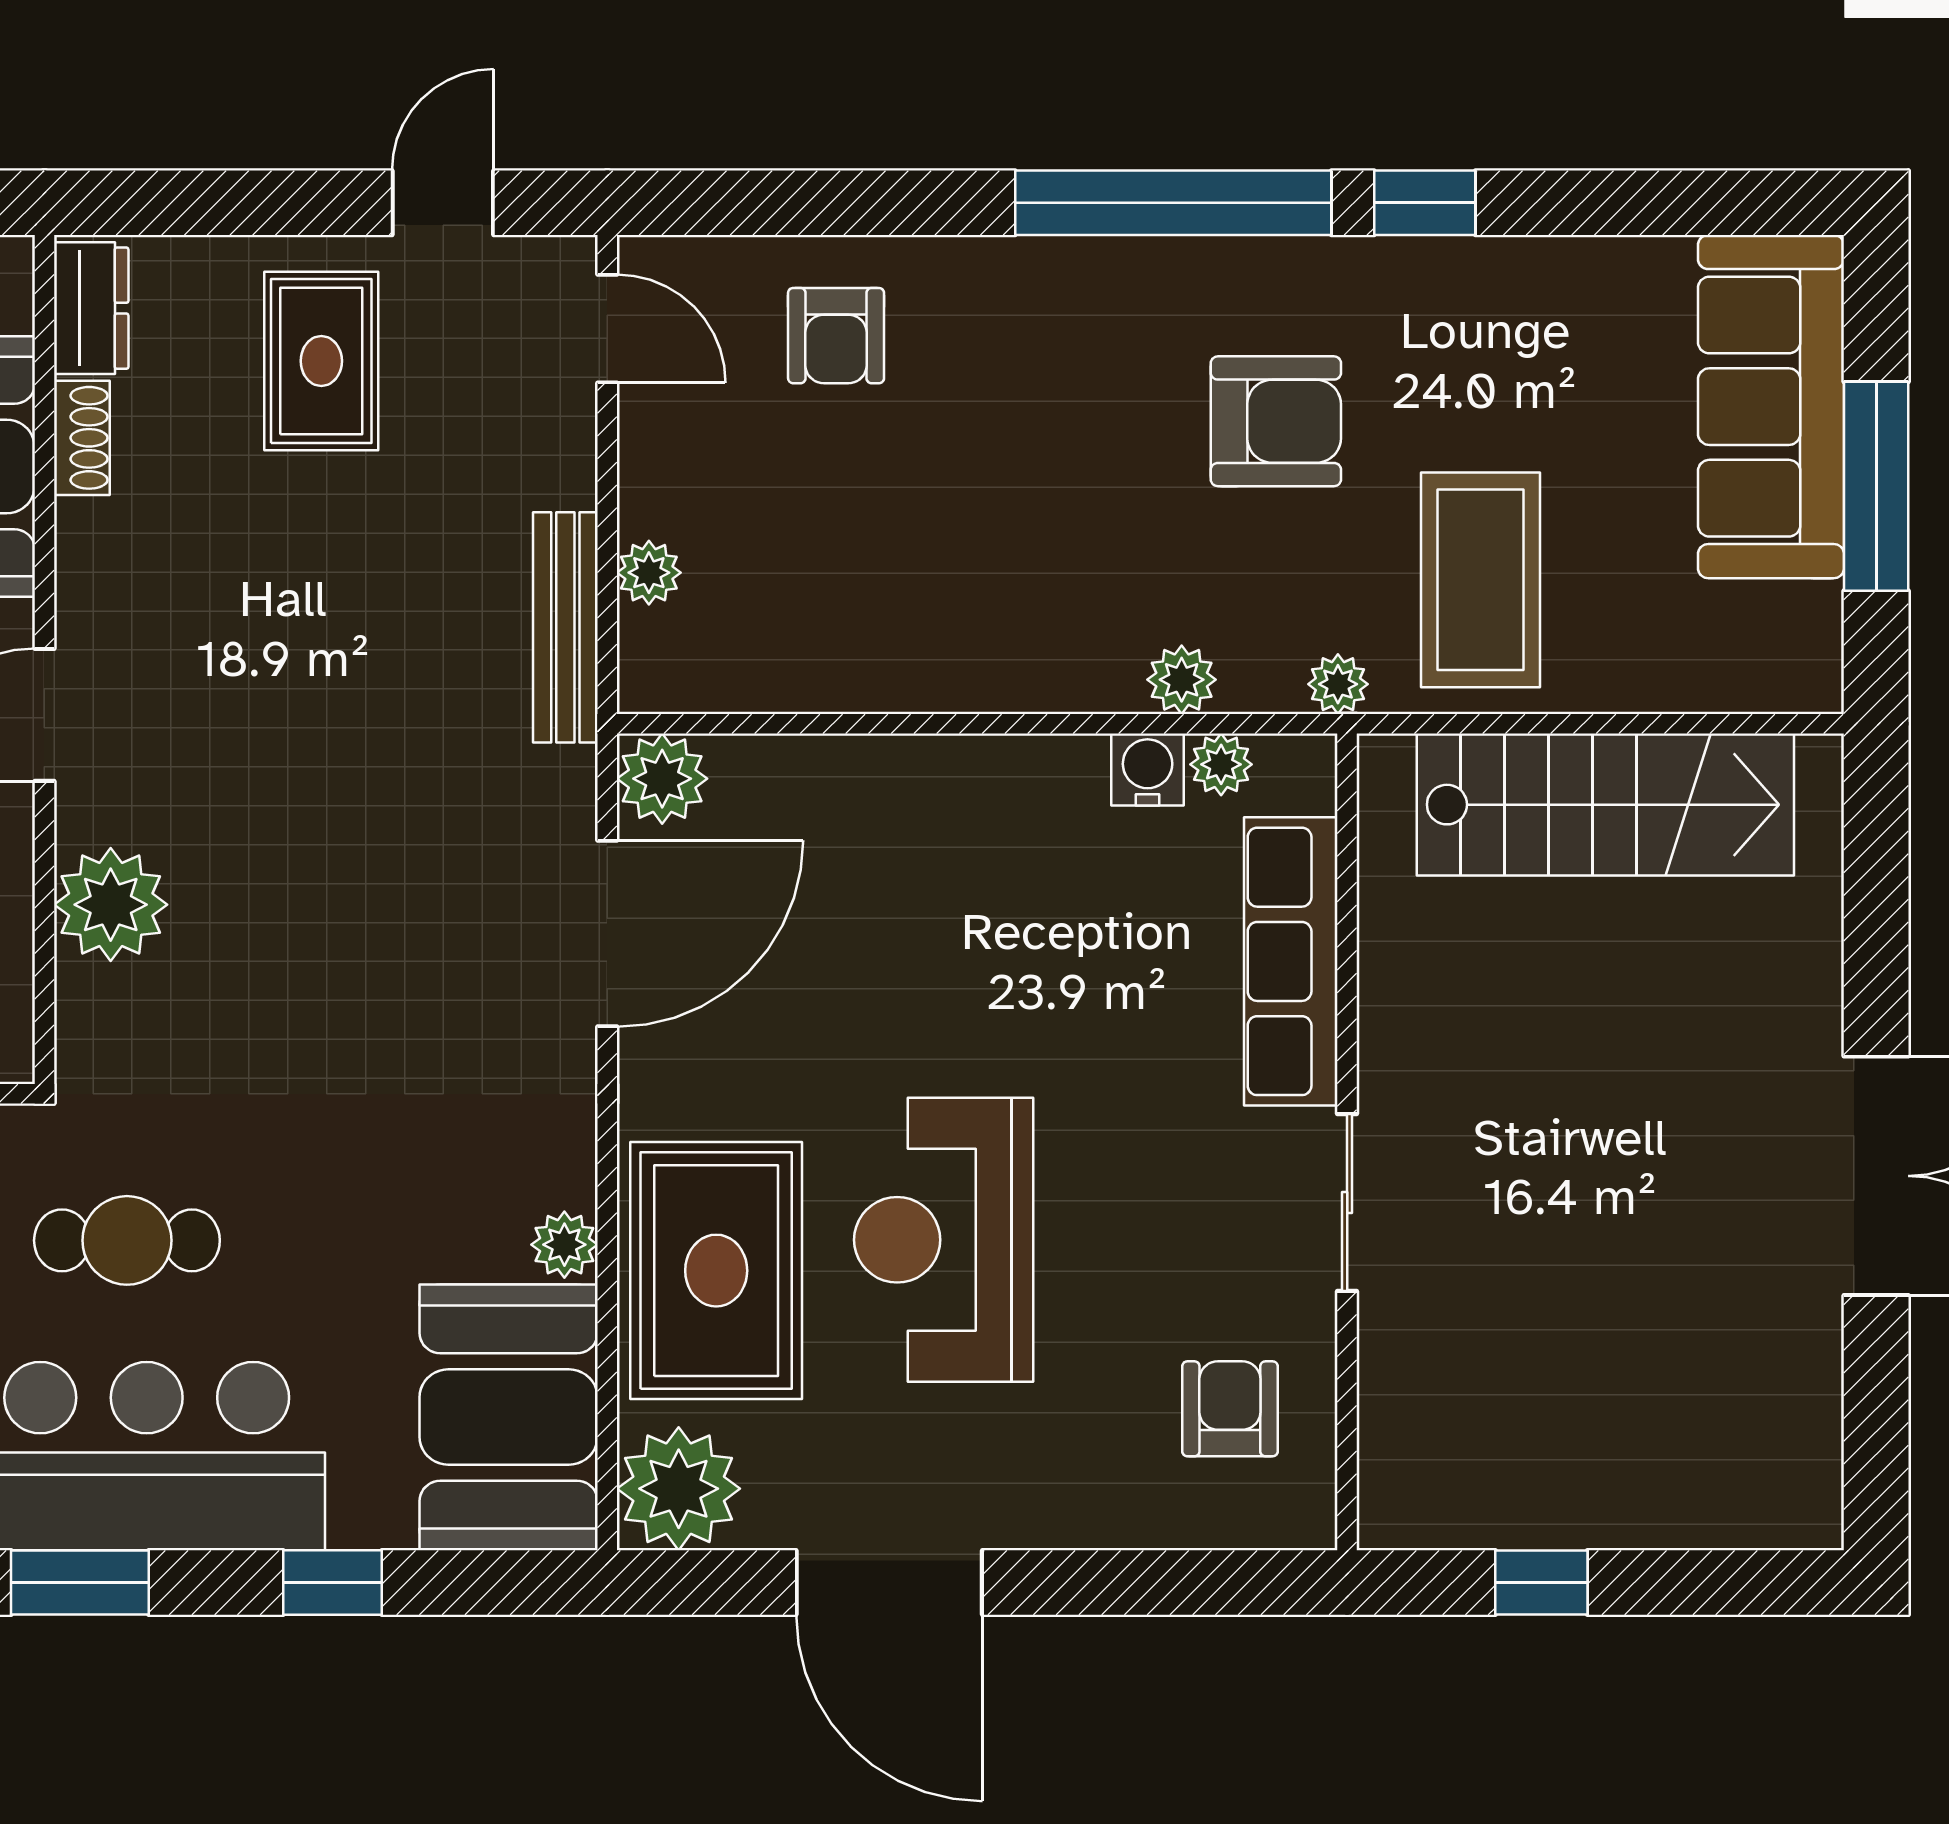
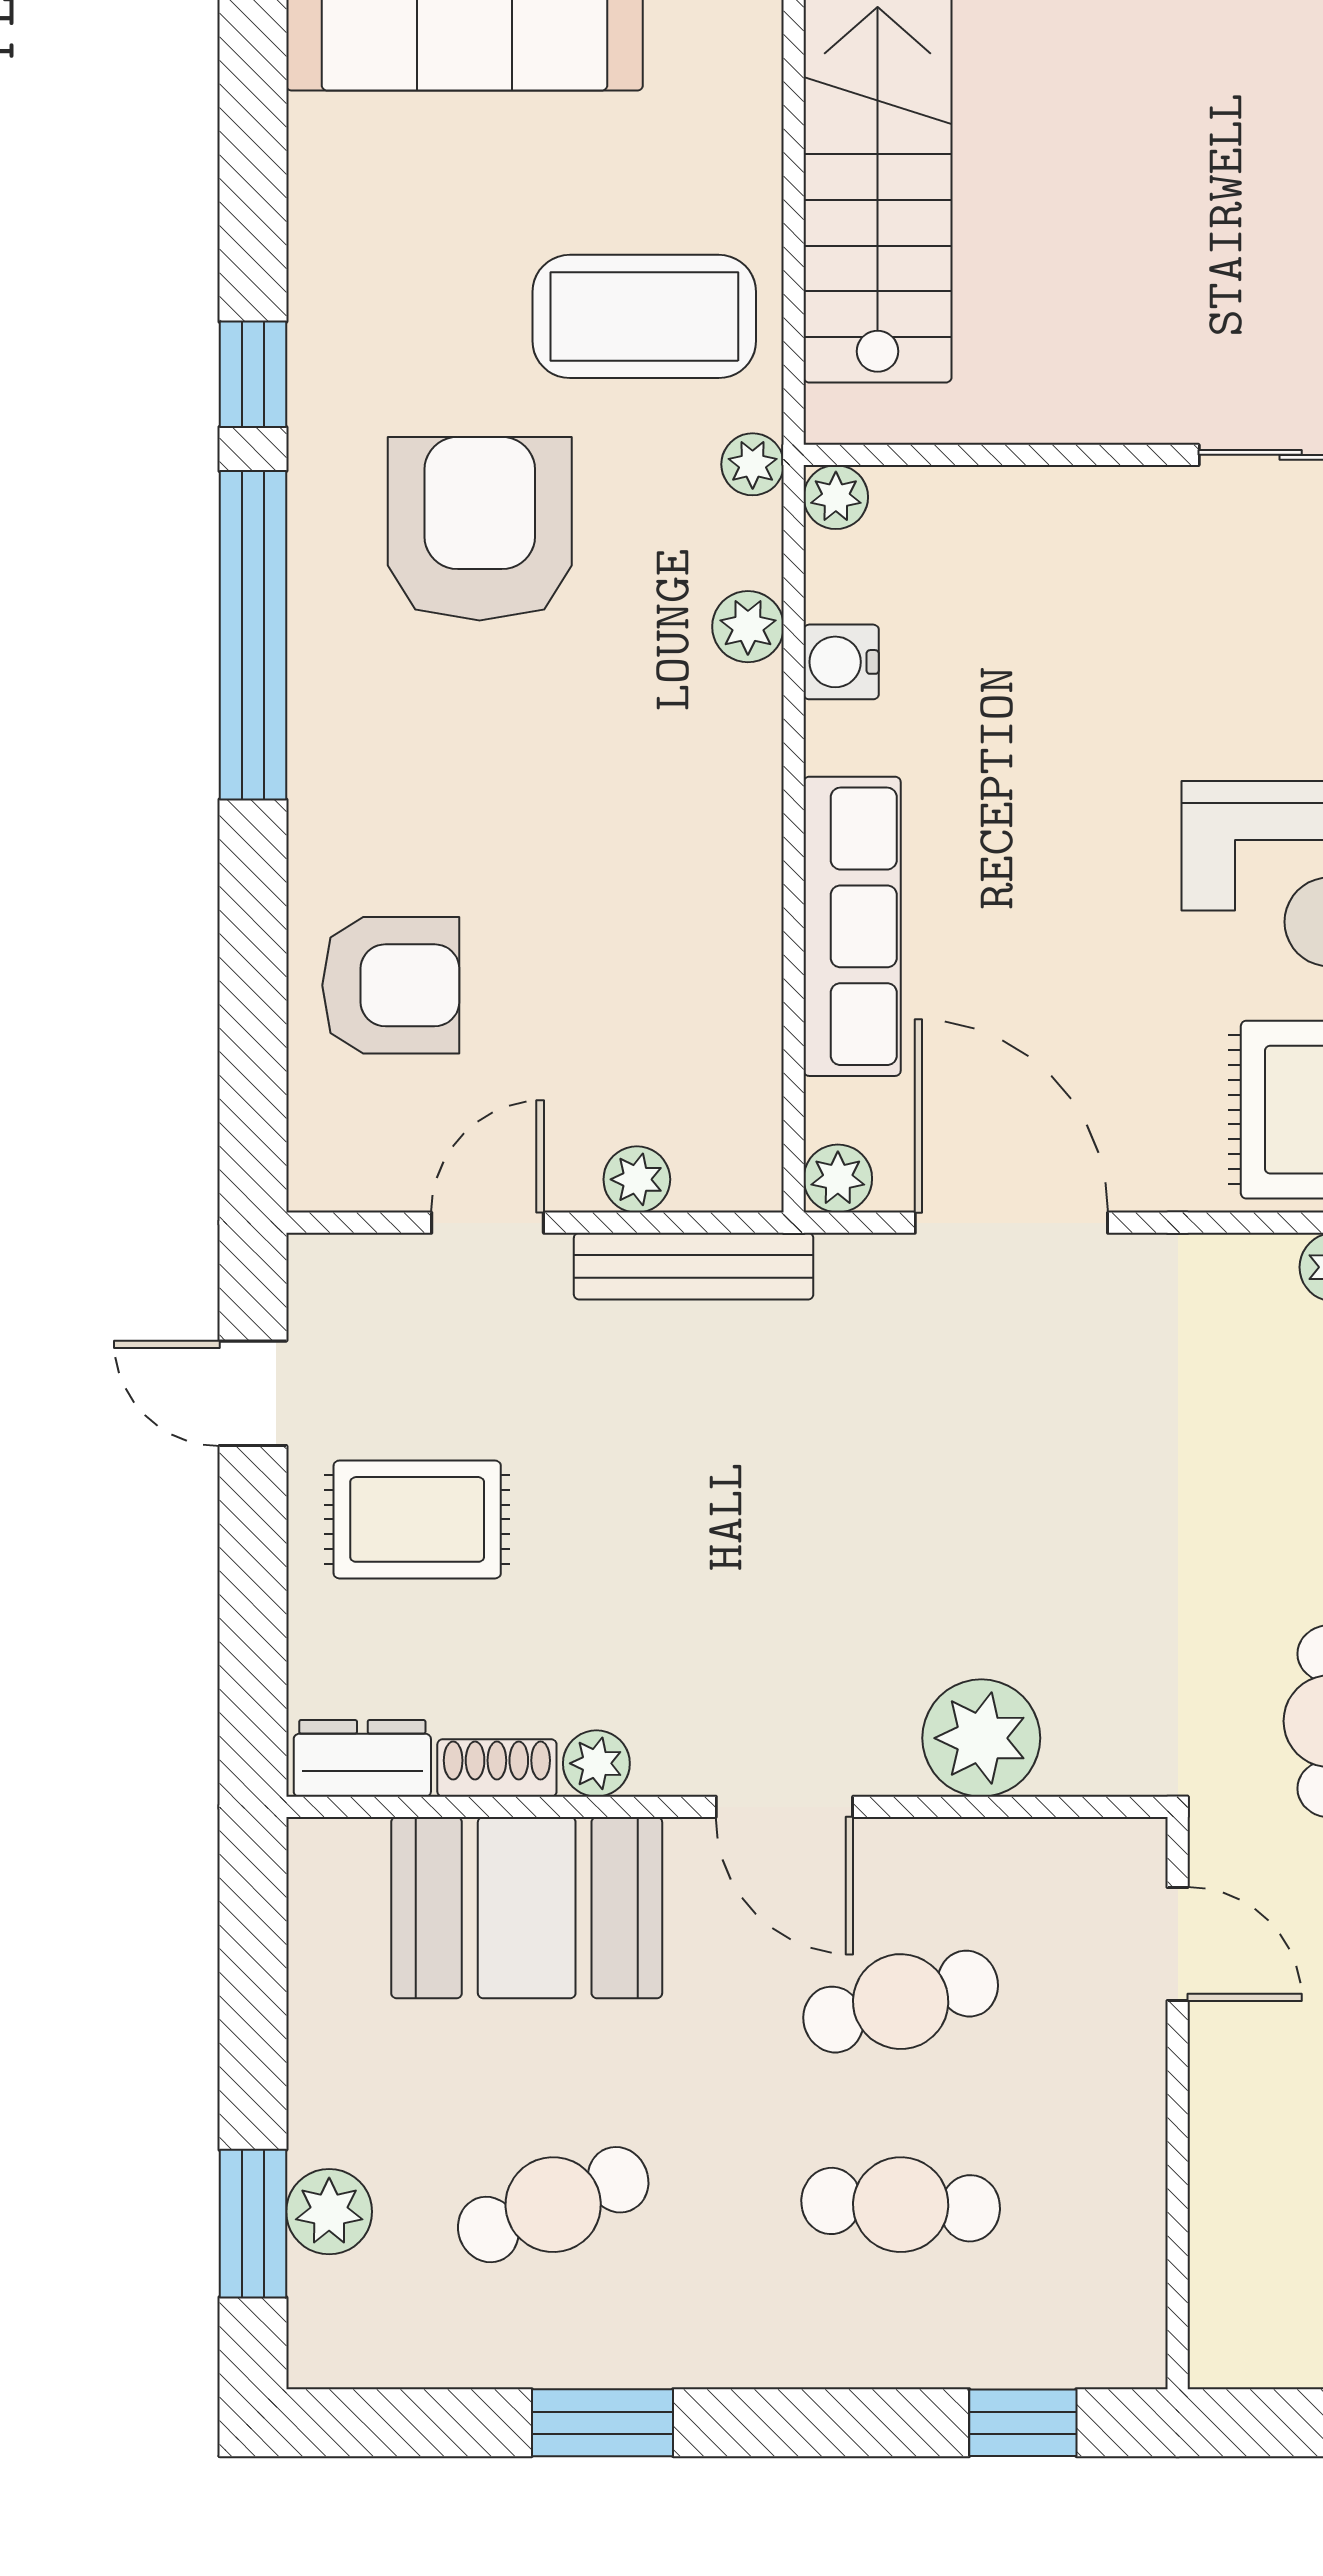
door: (607, 329) -> (488, 1223), moved
armchair: (836, 336) -> (391, 985), width x1.38, depth x1.38
armchair: (1276, 421) -> (480, 529), width x1.36, depth x1.36
plant: (86, 534) -> (596, 1763), added
plant: (1221, 764) -> (836, 497), moved
plant: (662, 779) -> (838, 1179), width x0.73, depth x0.73
row of seats: (1291, 961) -> (852, 926), moved, turned -90

